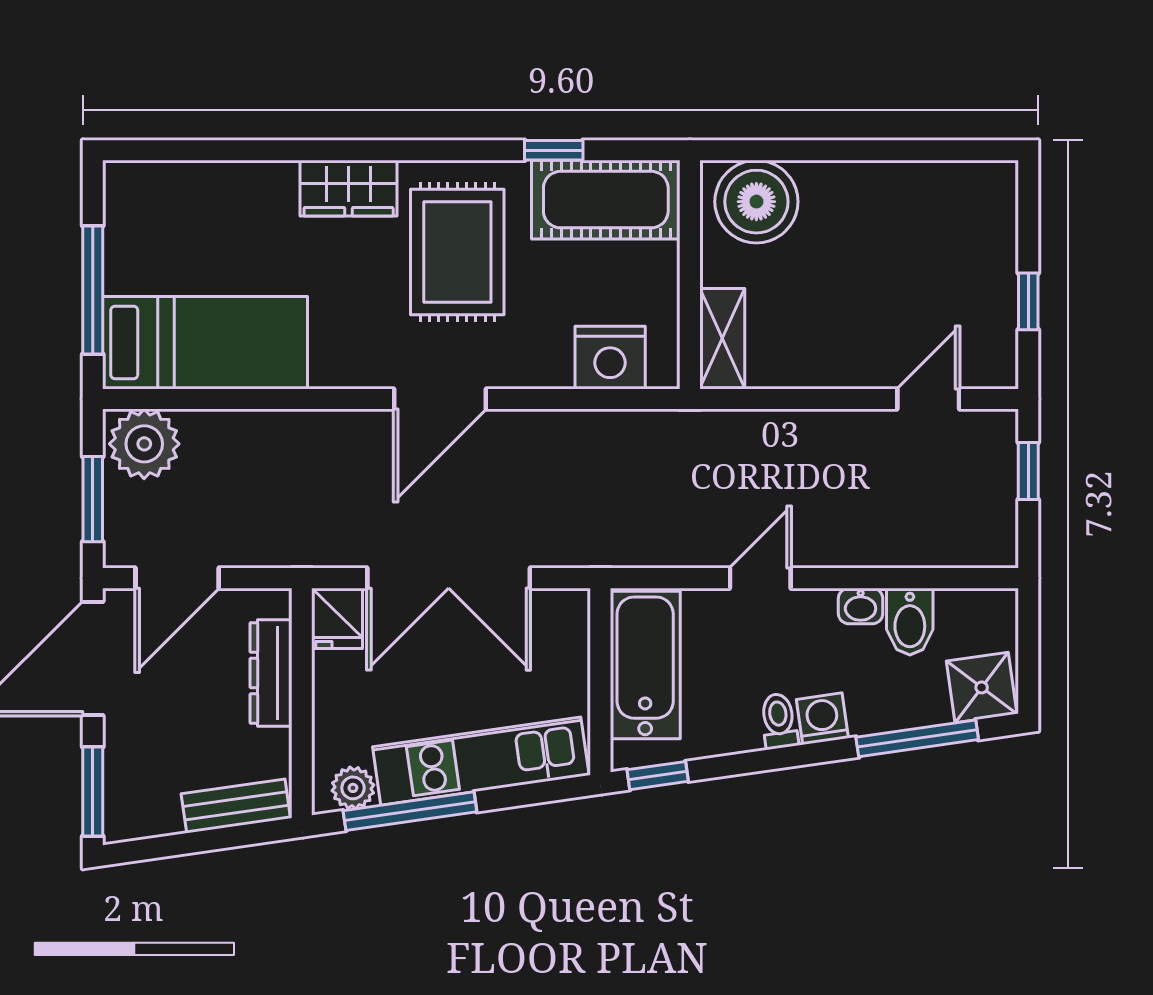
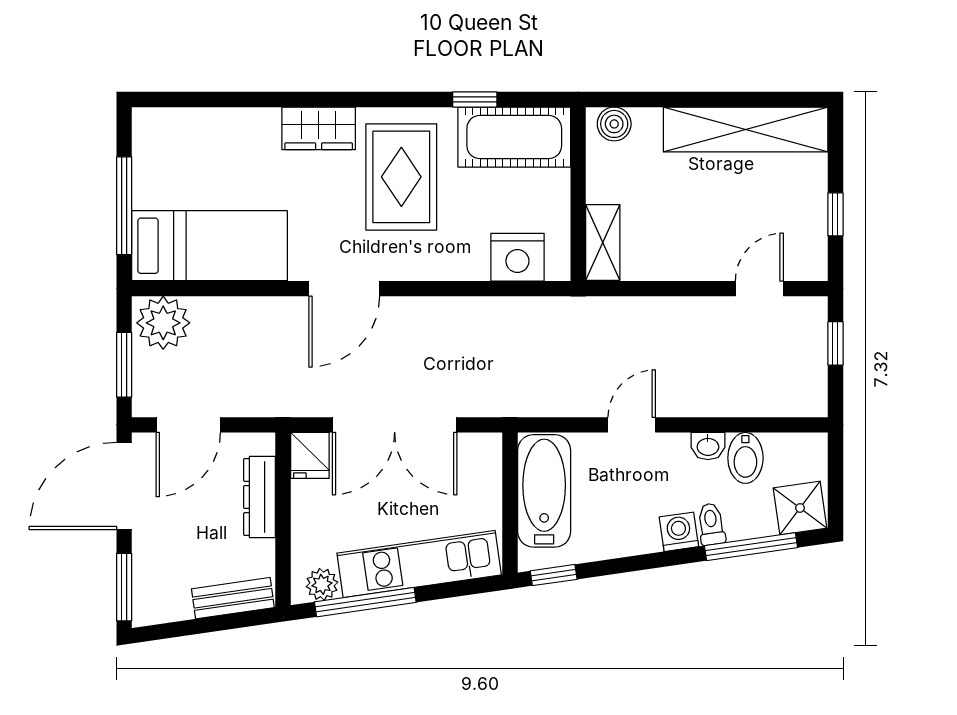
shelving: (910, 190) -> (746, 129), added
boiler: (756, 202) -> (614, 124), width x0.54, depth x0.54
door: (440, 399) -> (344, 289), moved
toilet: (779, 721) -> (711, 524), moved

